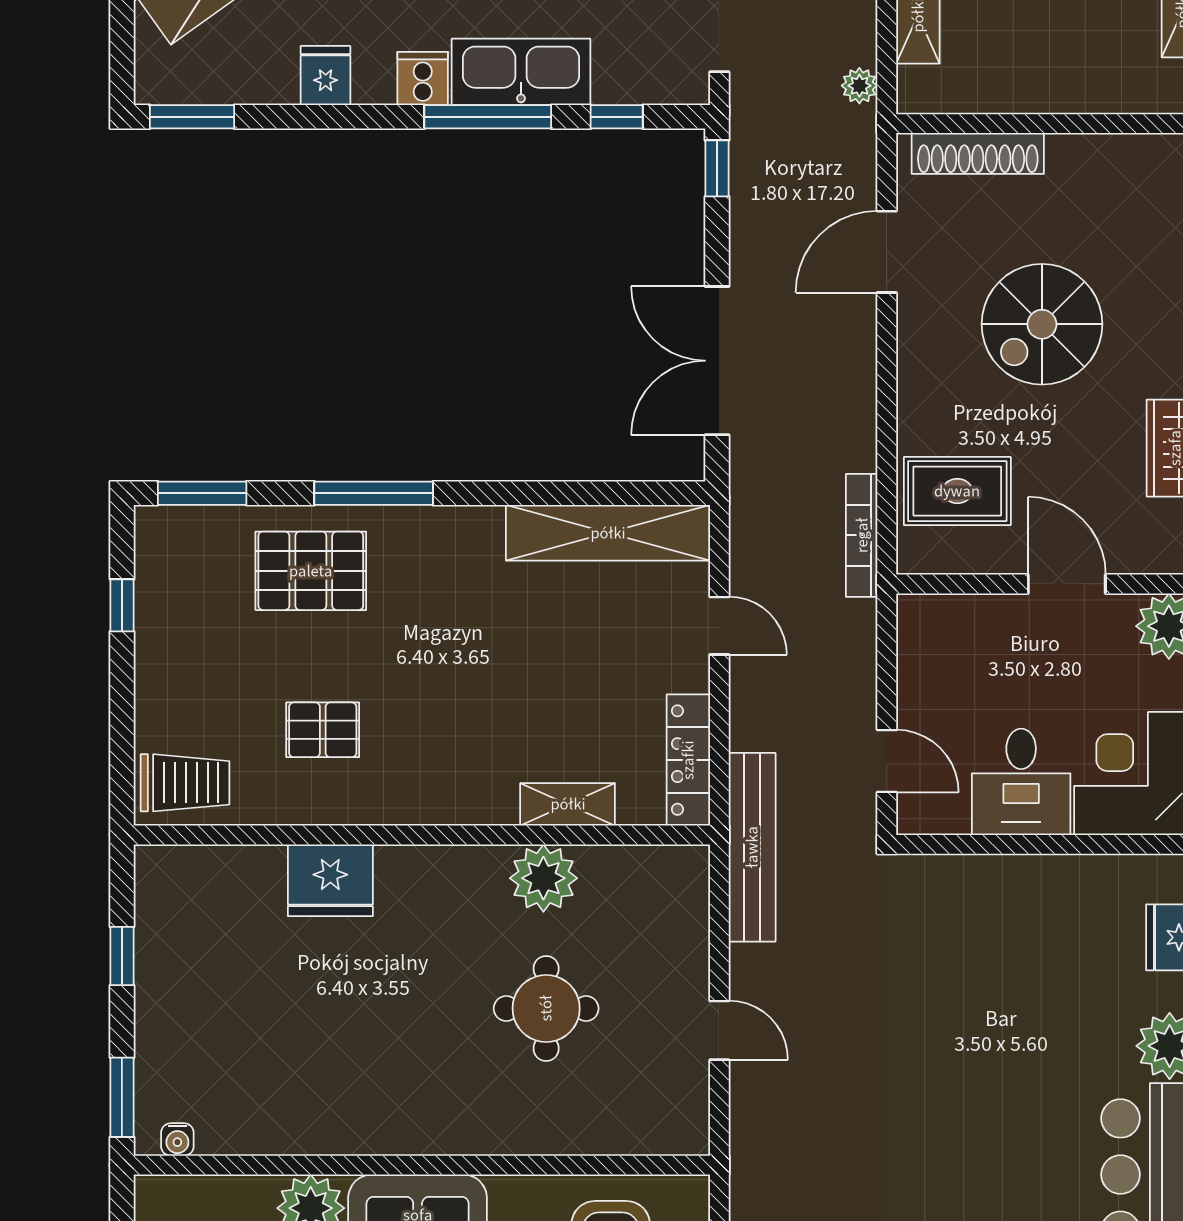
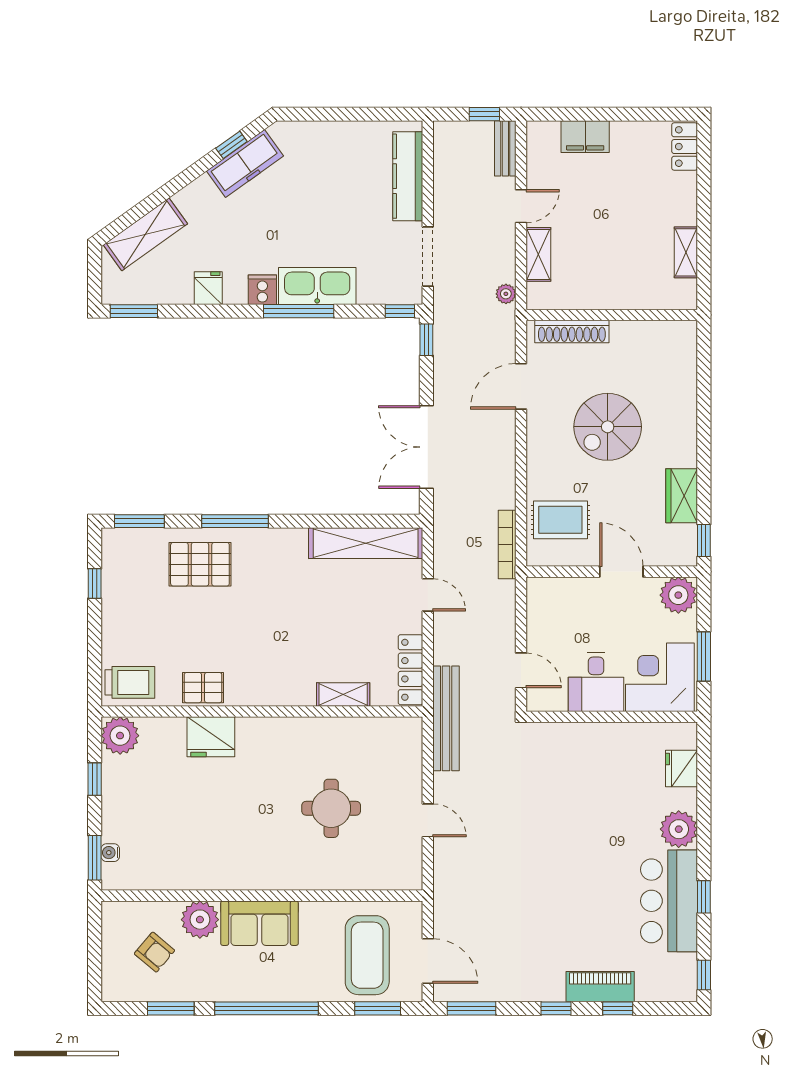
window: (617, 117) -> (400, 311), moved
pallet: (323, 730) -> (203, 688), moved
plant: (543, 878) -> (120, 736), moved
water cooler: (177, 1139) -> (110, 853), moved, turned 90

